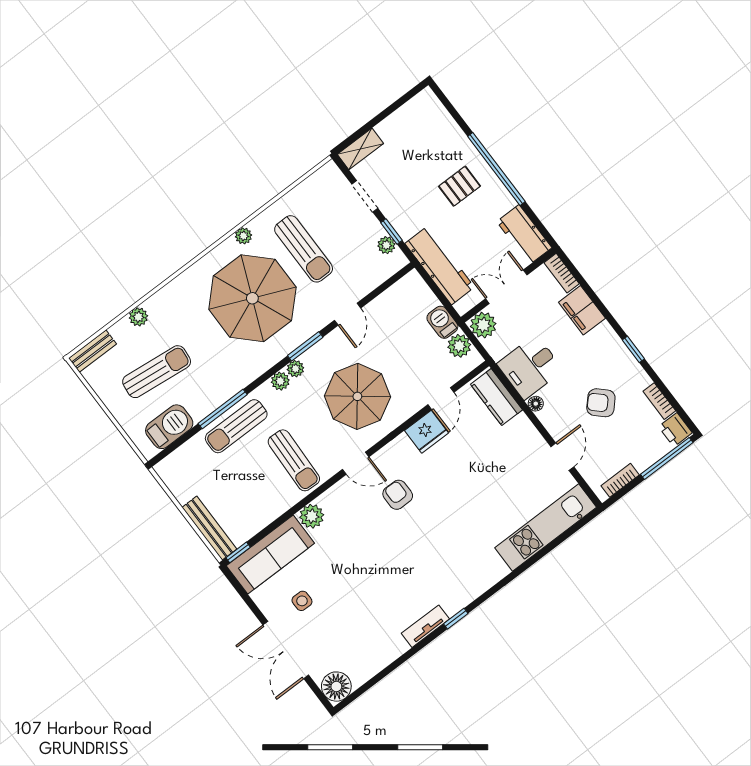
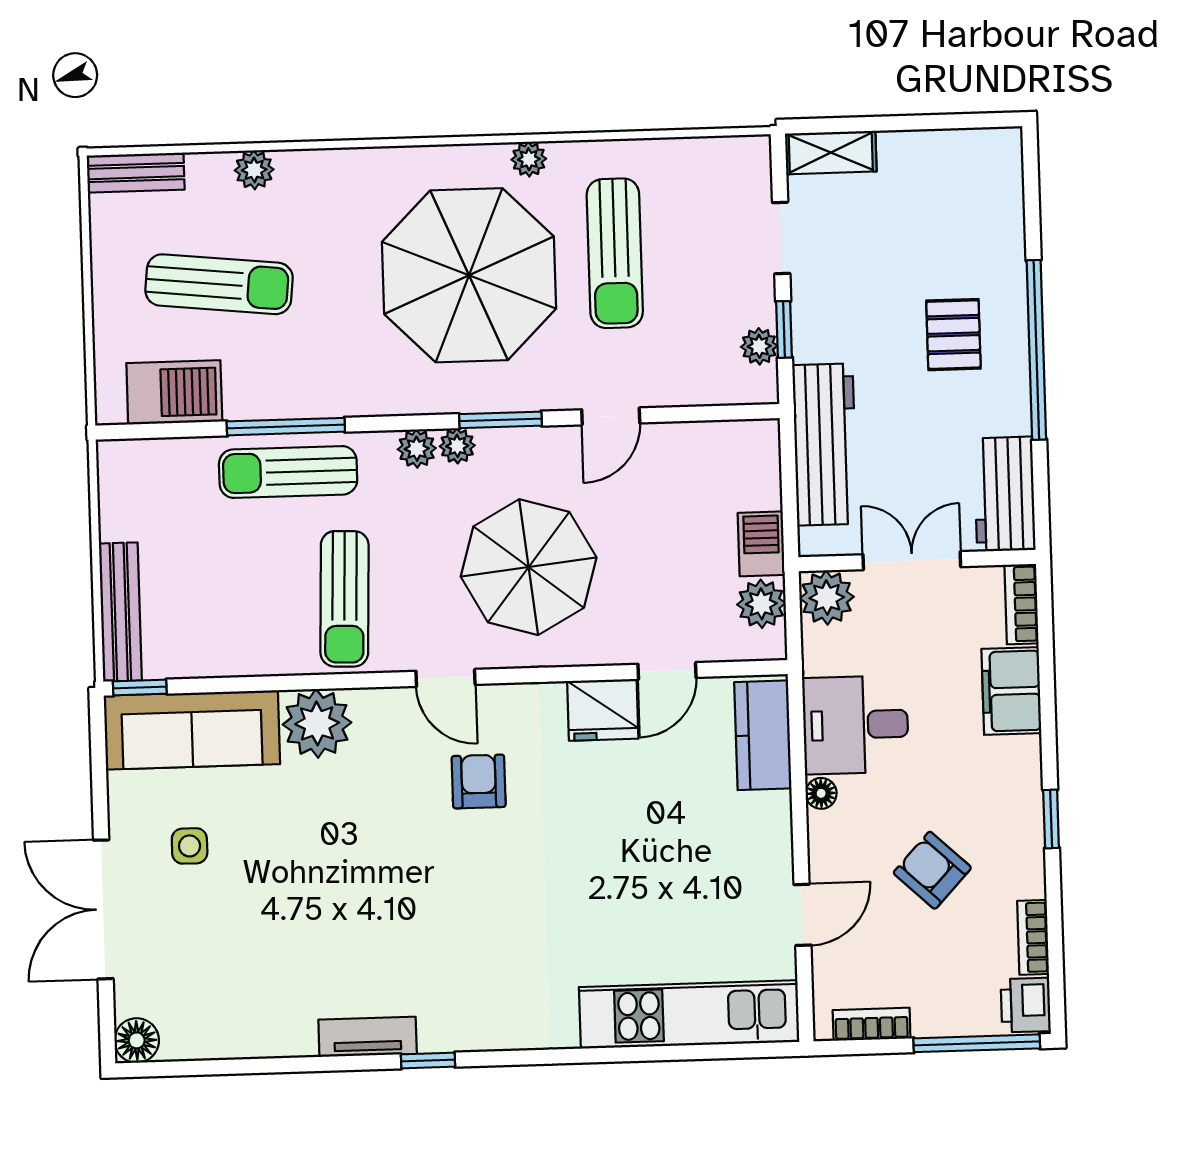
pallet: (460, 186) -> (953, 335), turned 90
plant: (312, 516) -> (317, 723), width x1.36, depth x1.36
floor lamp: (336, 687) -> (137, 1040), width x0.73, depth x0.73

